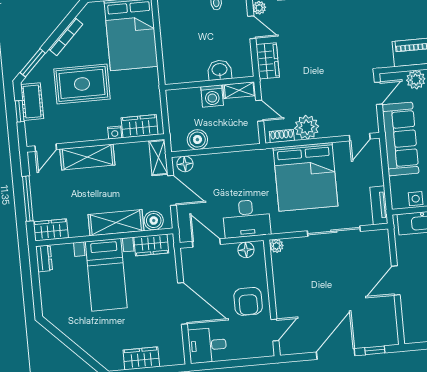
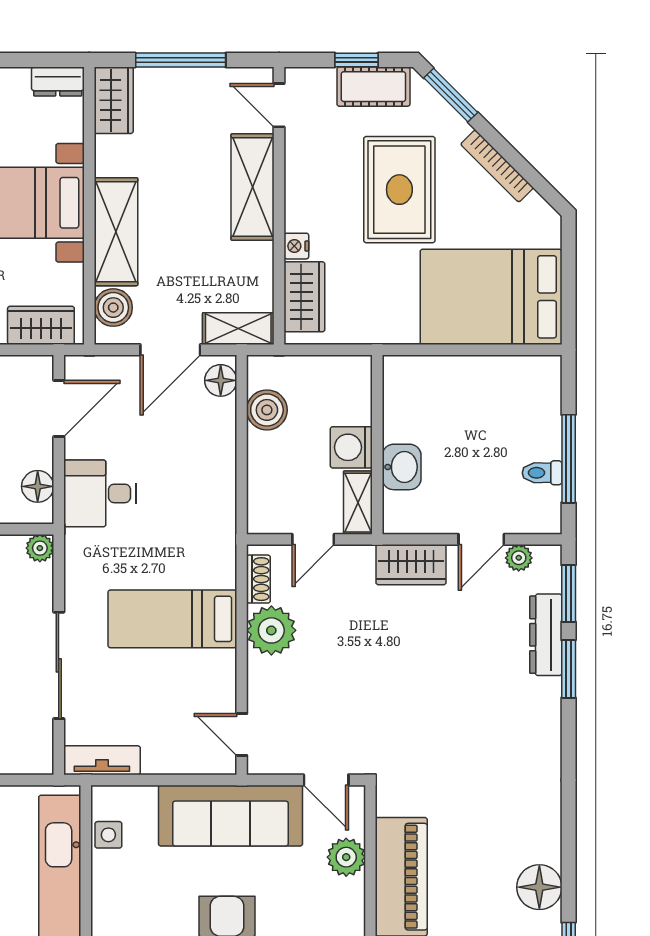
bed: (305, 177) -> (172, 619), width x0.49
desk: (247, 219) -> (100, 493), width x0.73
wardrobe: (151, 245) -> (41, 325), moved, turned 90

